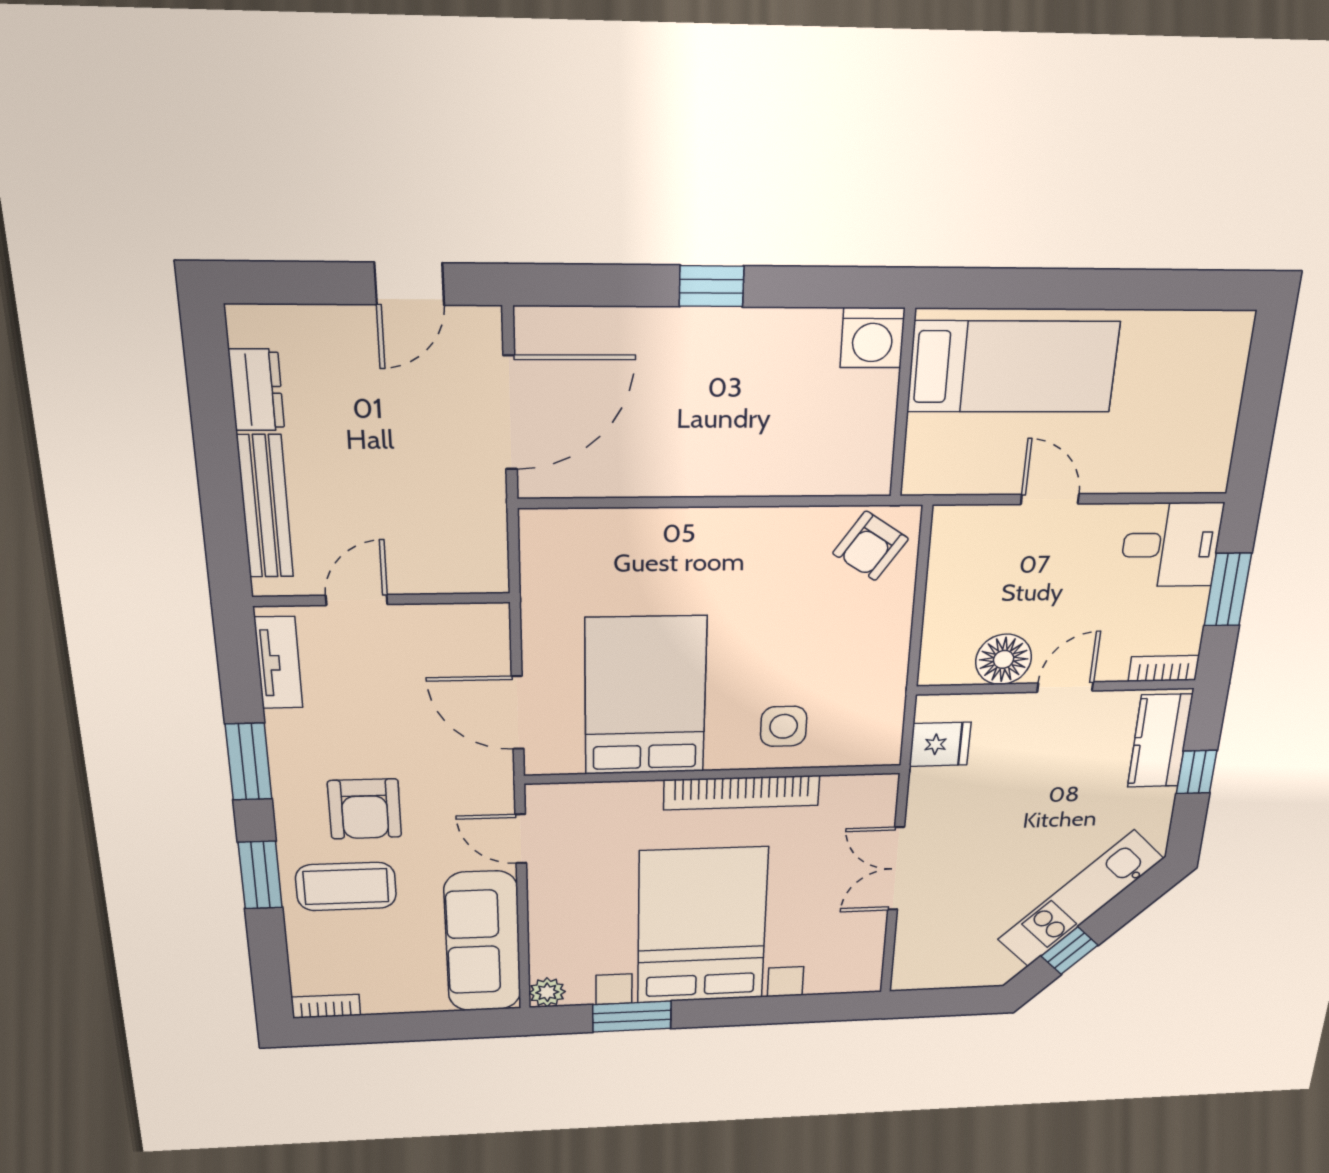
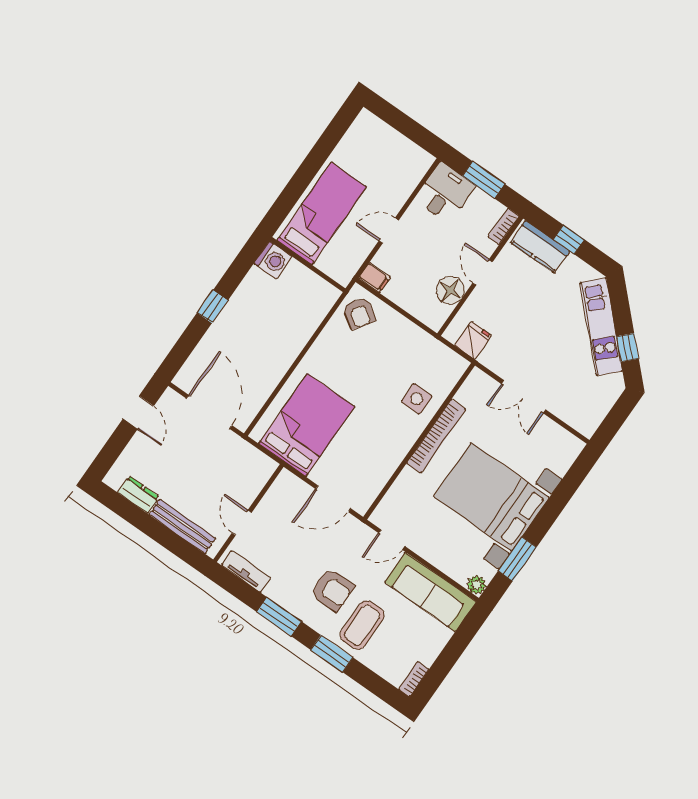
filing cabinet: (950, 530) -> (374, 278), added
bed: (645, 696) -> (307, 425), moved, turned 90

